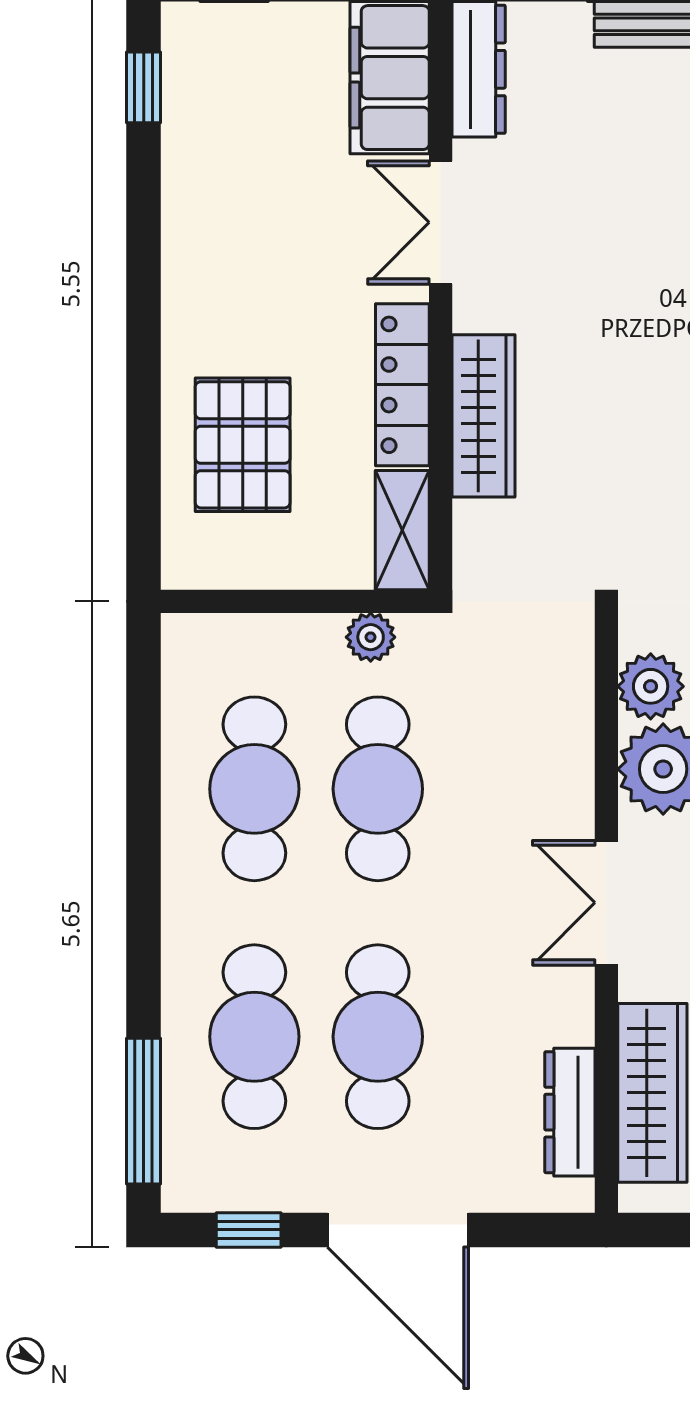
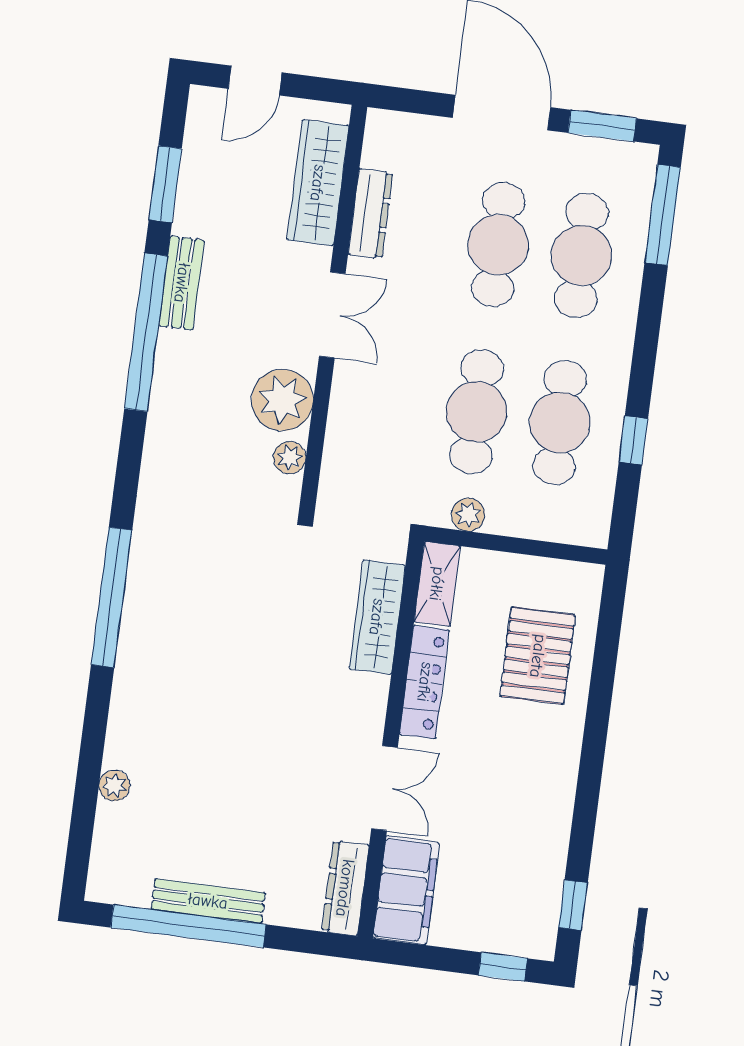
wardrobe: (483, 416) -> (377, 617), moved
plant: (651, 686) -> (290, 458), width x0.73, depth x0.73
window: (144, 777) -> (633, 440), added
dresser: (570, 1112) -> (371, 214), moved
window: (249, 1230) -> (602, 126), width x1.50

